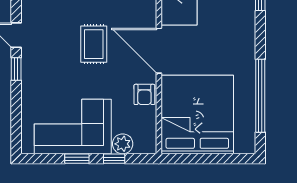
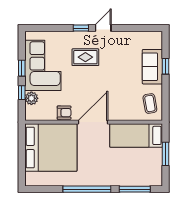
rug: (94, 44) -> (85, 57), moved
armchair: (144, 94) -> (64, 113), turned 180
window: (260, 96) -> (87, 189), moved

